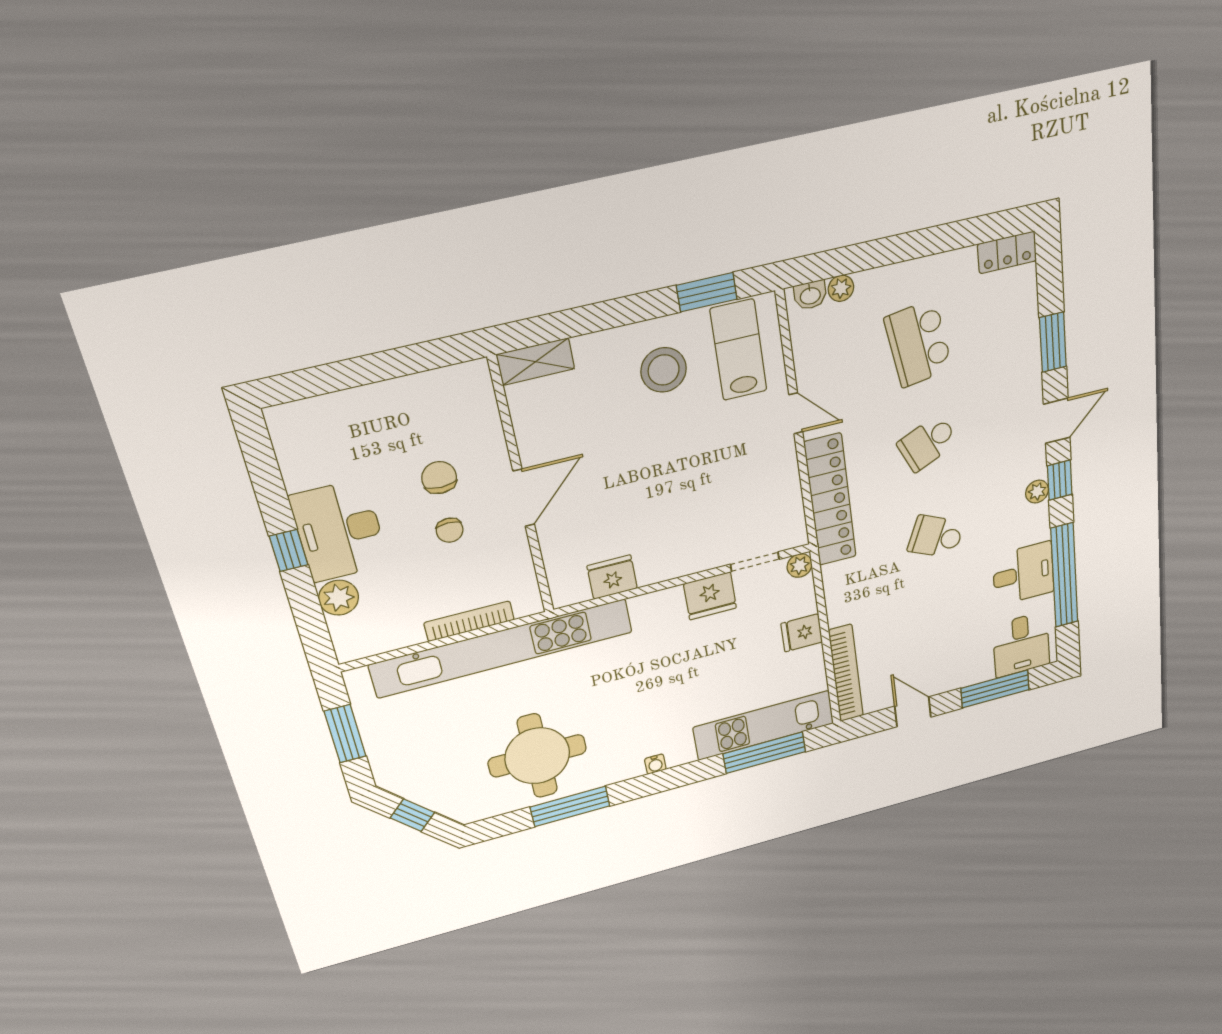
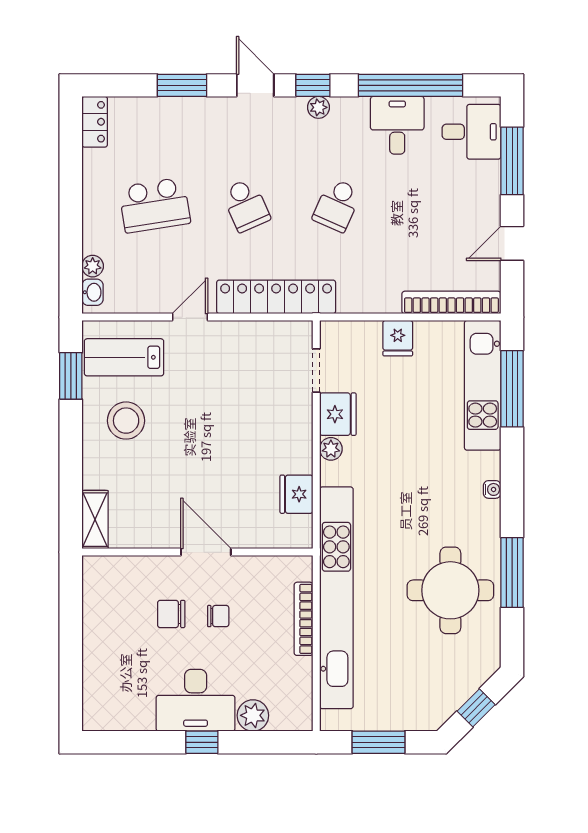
plant: (800, 566) -> (331, 449), moved

